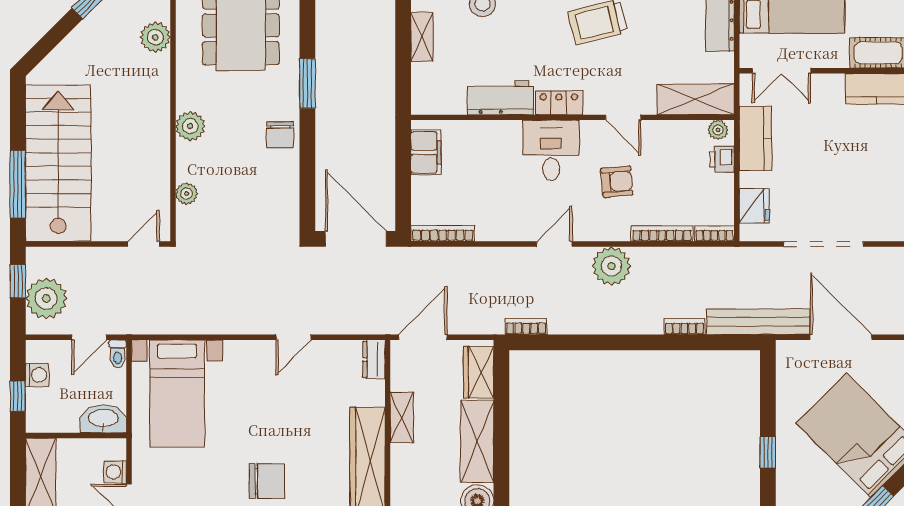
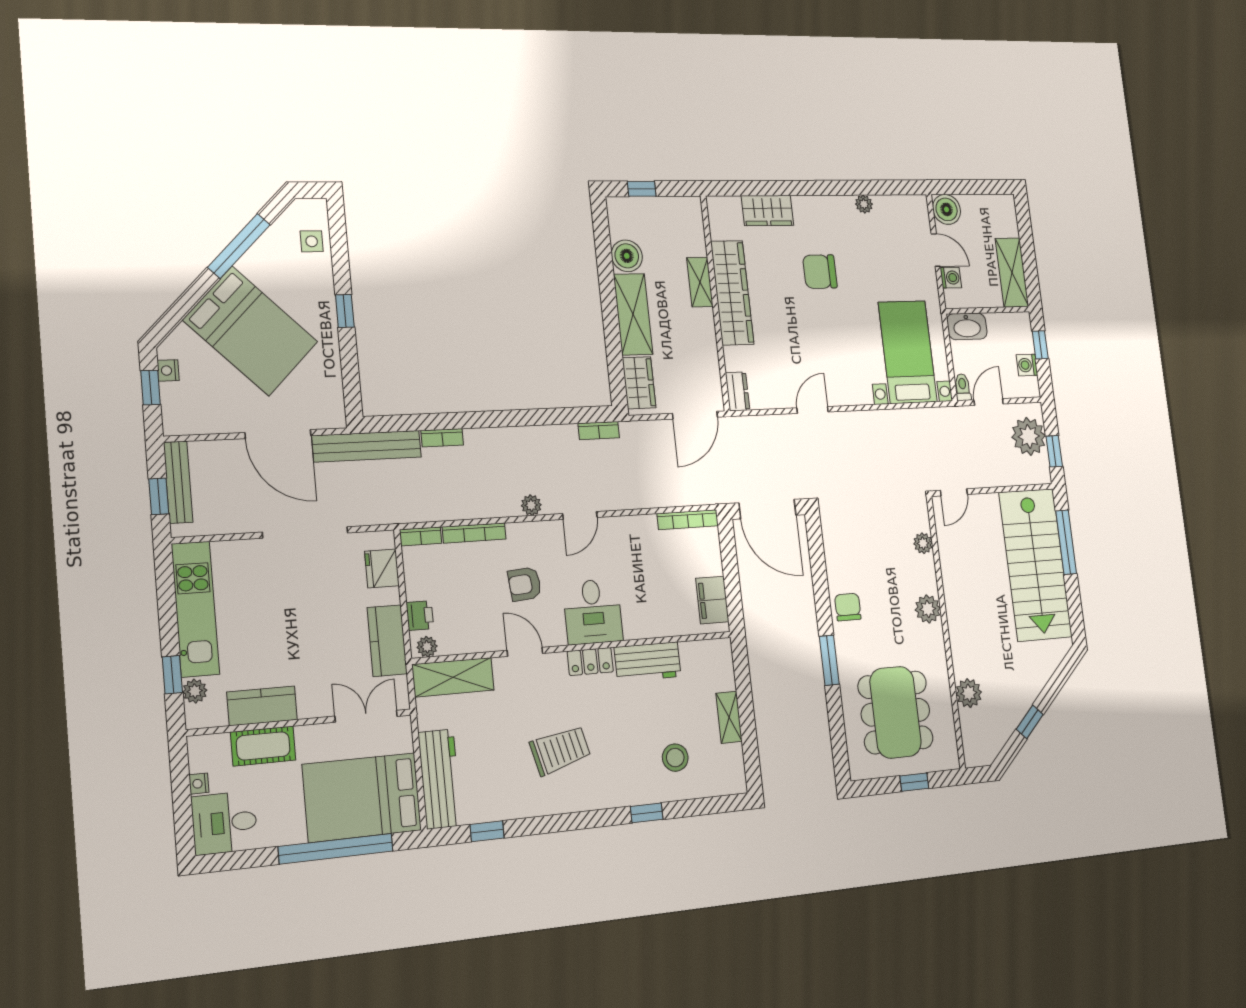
plant: (612, 266) -> (531, 505), width x0.53, depth x0.53
shelving: (402, 417) -> (700, 282), moved

